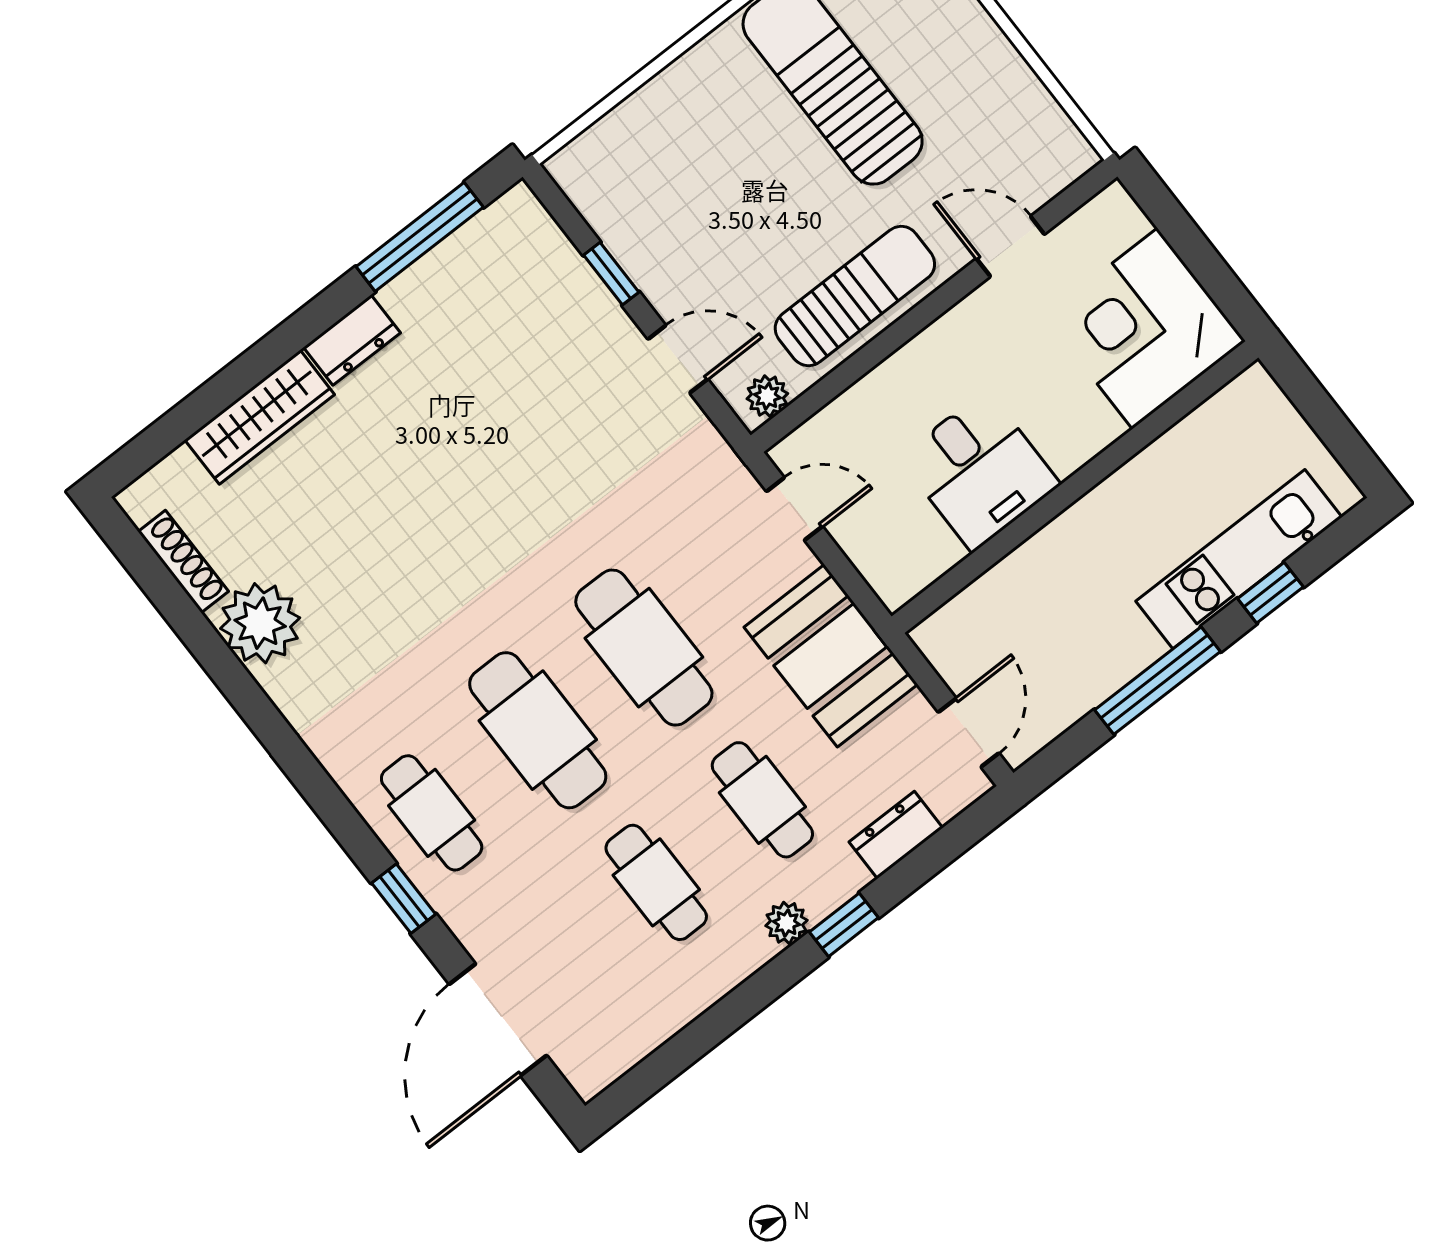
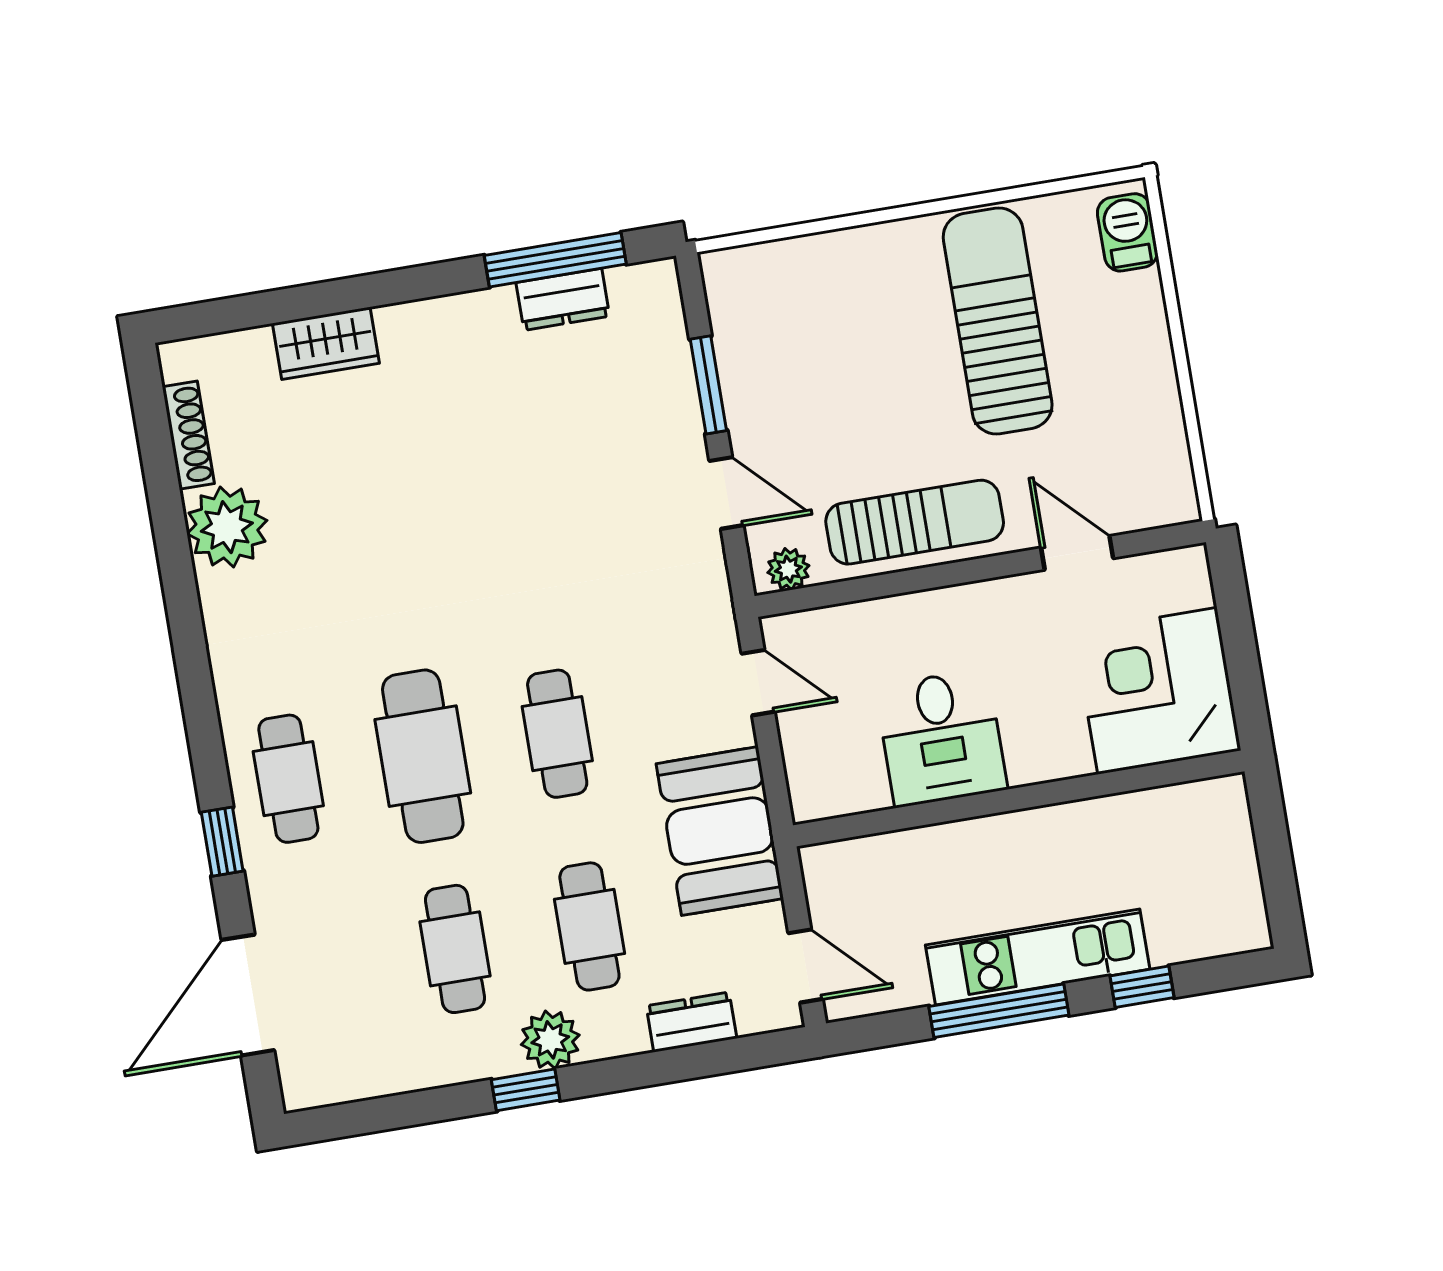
window: (611, 274) -> (708, 385), width x1.50
dresser: (352, 340) -> (563, 299), moved
wardrobe: (260, 417) -> (326, 343), width x0.67
kitchen unit: (1239, 559) -> (1038, 957), moved
cafe table: (644, 648) -> (557, 734), width x0.73, depth x0.74
door: (969, 733) -> (806, 966), hinge flipped
plant: (786, 923) -> (550, 1040), width x1.38, depth x1.38
window: (844, 925) -> (526, 1090), moved

